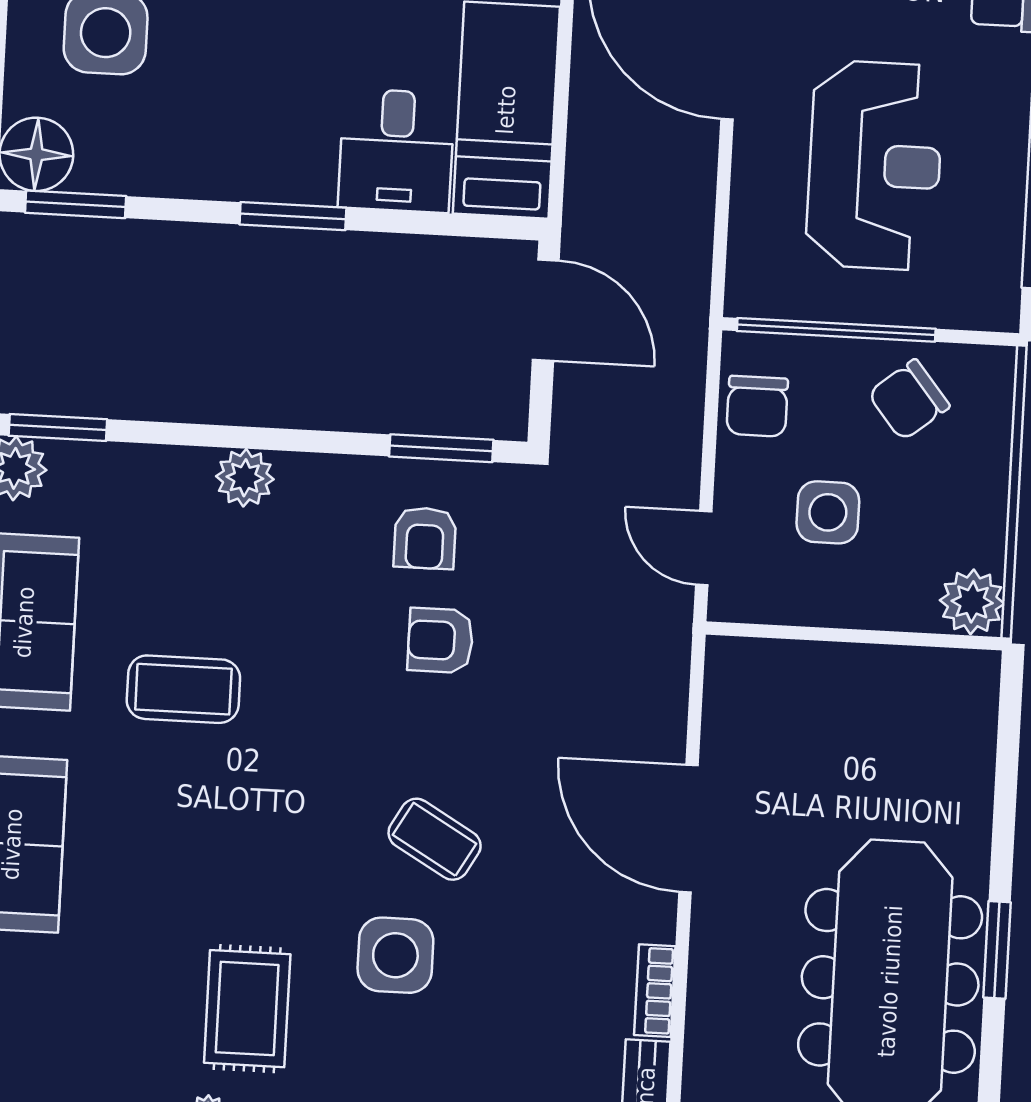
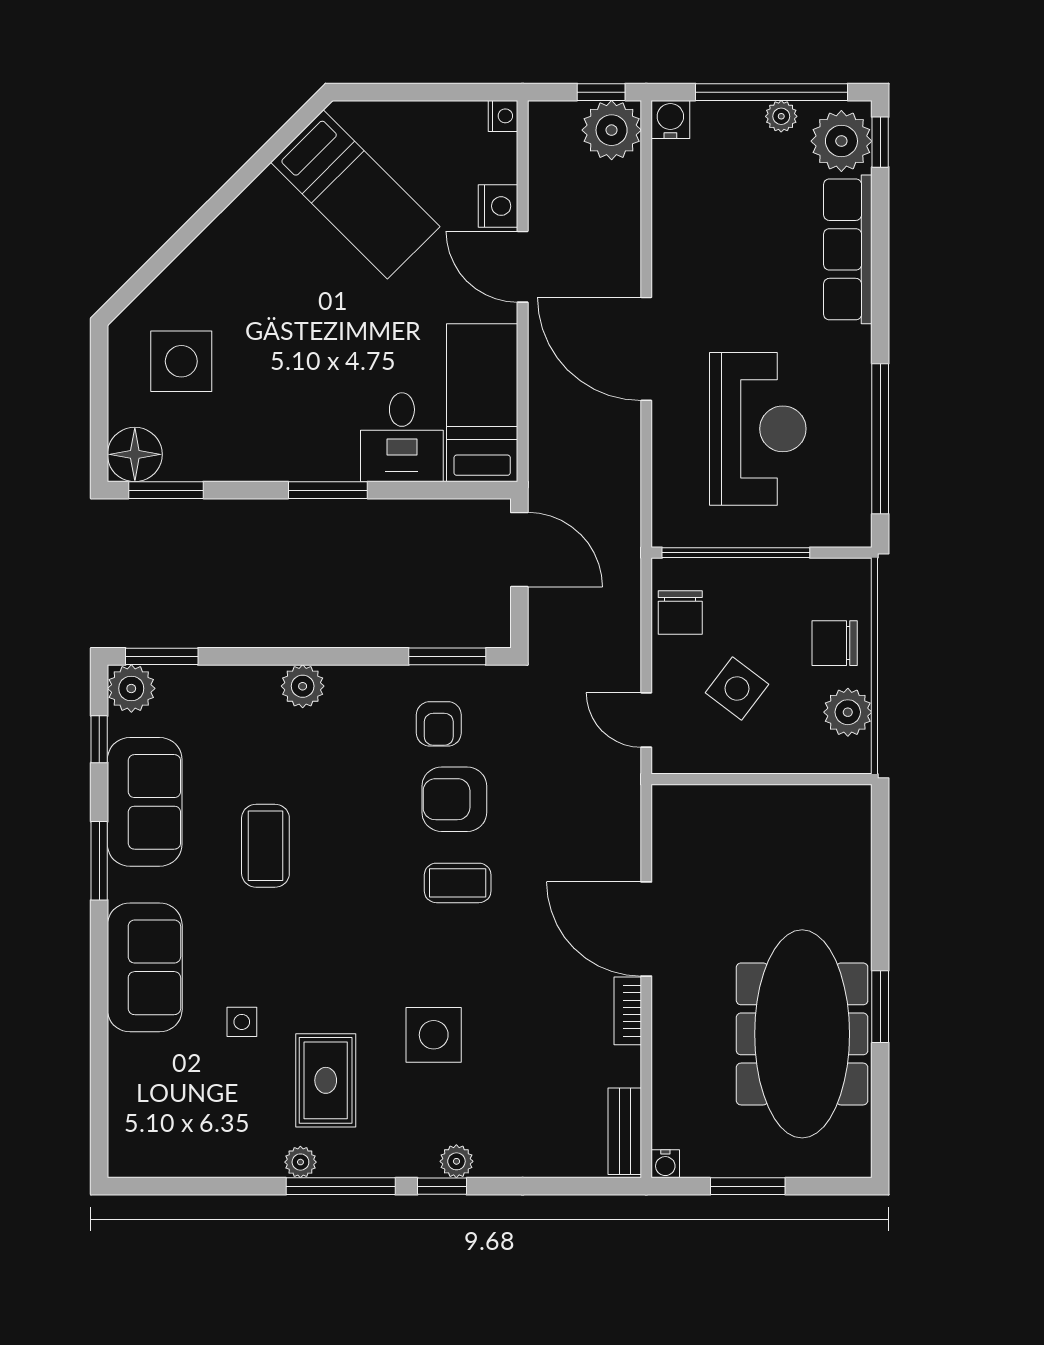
chair: (909, 400) -> (835, 643), moved, turned 39
side table: (828, 512) -> (737, 688), turned 37
plant: (972, 602) -> (848, 712), moved
armchair: (440, 640) -> (454, 799), width x1.38, depth x1.38
coffee table: (183, 689) -> (265, 846), turned 90
coffee table: (435, 839) -> (458, 883), moved, turned -30
side table: (139, 924) -> (242, 1022), added
bookcase: (655, 991) -> (628, 1011), moved

